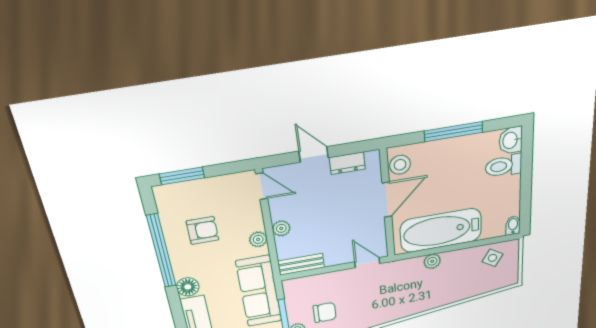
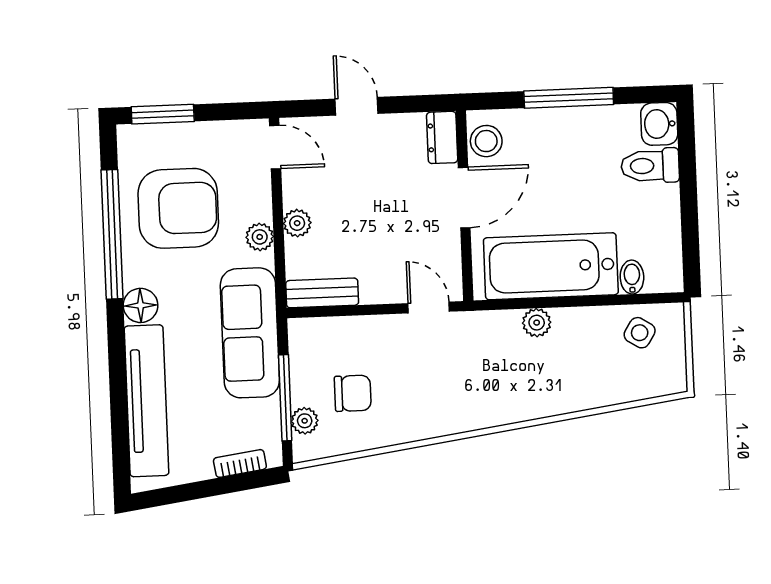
dresser: (347, 163) -> (442, 137), moved, turned 90
bidet: (513, 225) -> (632, 277), moved
armchair: (203, 230) -> (178, 208), width x1.88, depth x1.88

